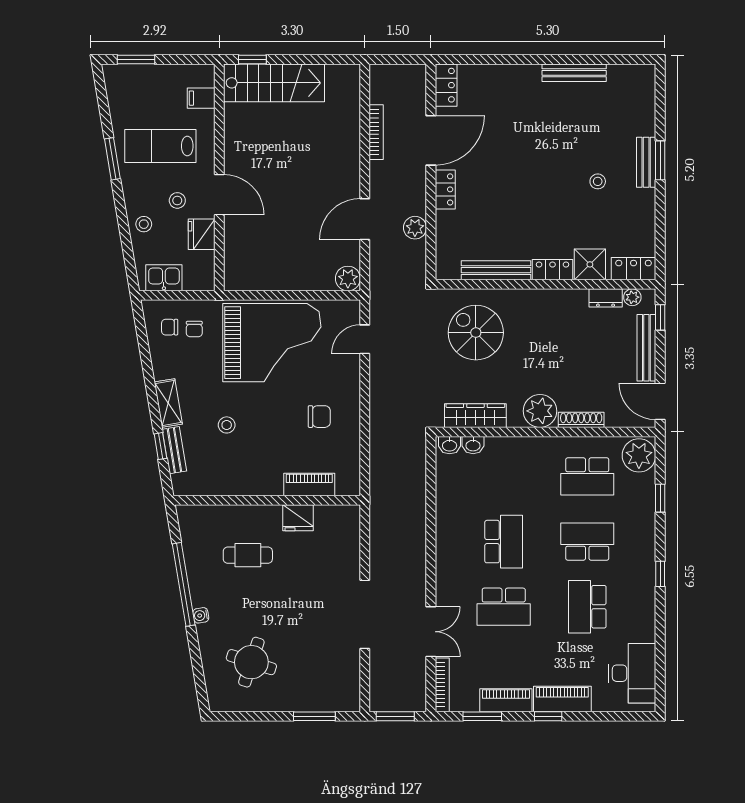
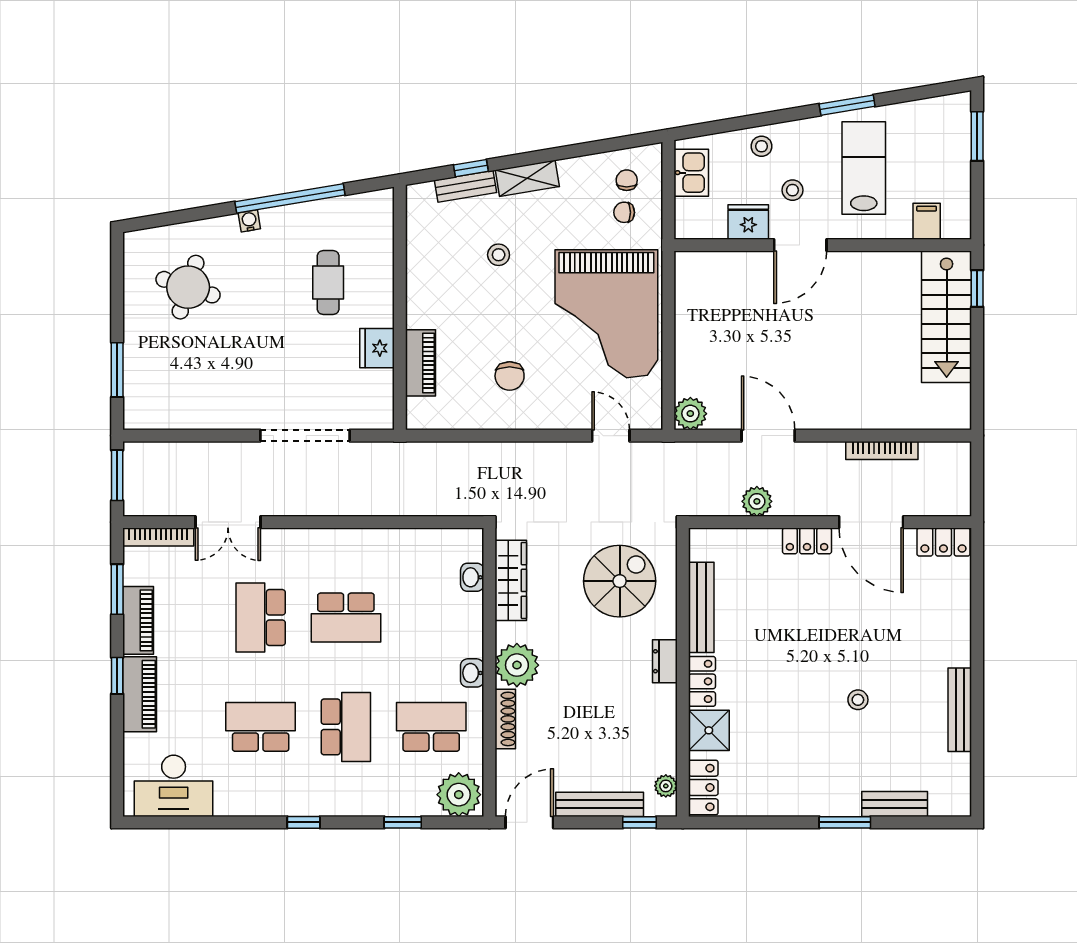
bench: (646, 162) -> (895, 804), moved
stool: (598, 181) -> (858, 700), moved
dresser: (606, 298) -> (665, 661), moved
washbasin: (450, 445) -> (472, 673), moved
school desk: (587, 476) -> (431, 727), turned 90
doorway: (365, 614) -> (305, 436), moved

